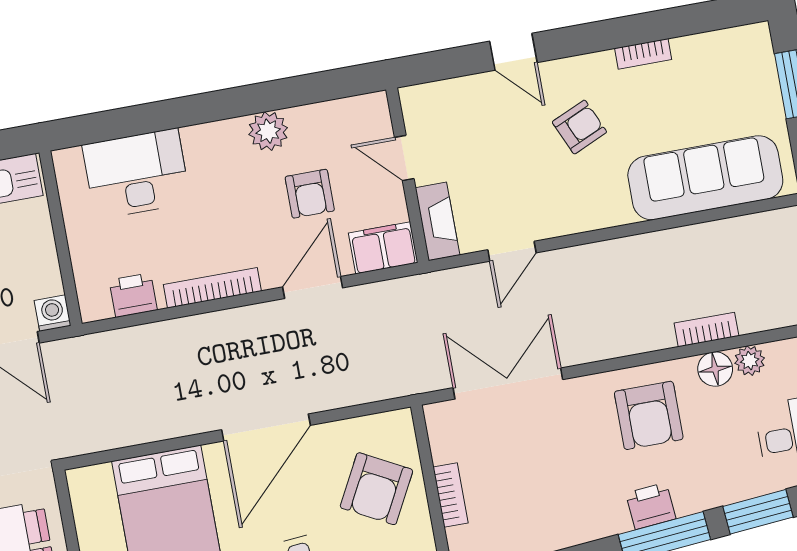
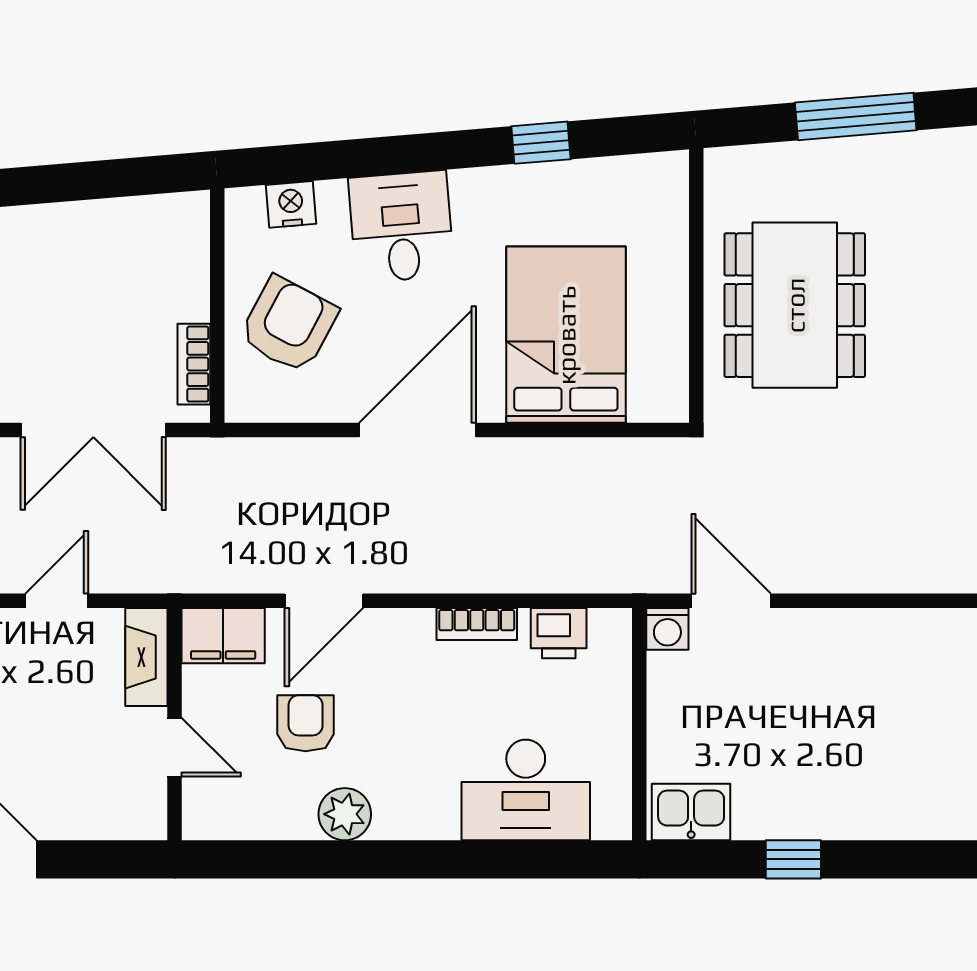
bookcase: (212, 288) -> (477, 624), width x0.64
bookcase: (451, 495) -> (194, 364), moved

